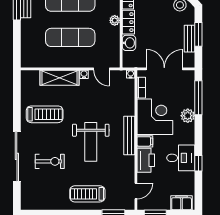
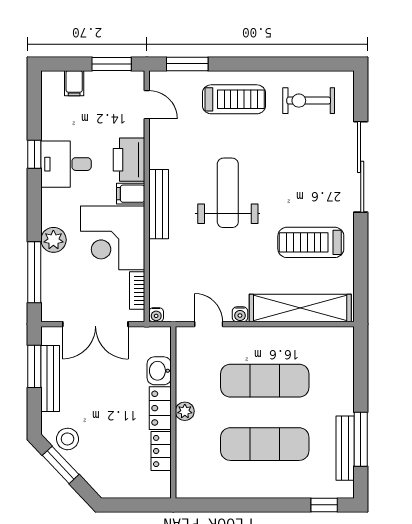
window: (198, 34) -> (34, 366), moved
bench: (190, 39) -> (50, 379), width x1.36
shelving: (60, 78) -> (300, 308), width x1.47
exercise bike: (50, 161) -> (309, 101), moved
door: (136, 191) -> (147, 105), swing flipped
filing cabinet: (182, 203) -> (74, 83), width x0.50

